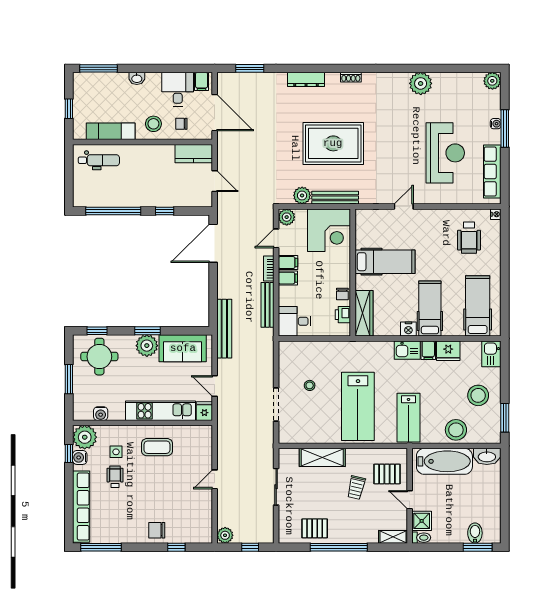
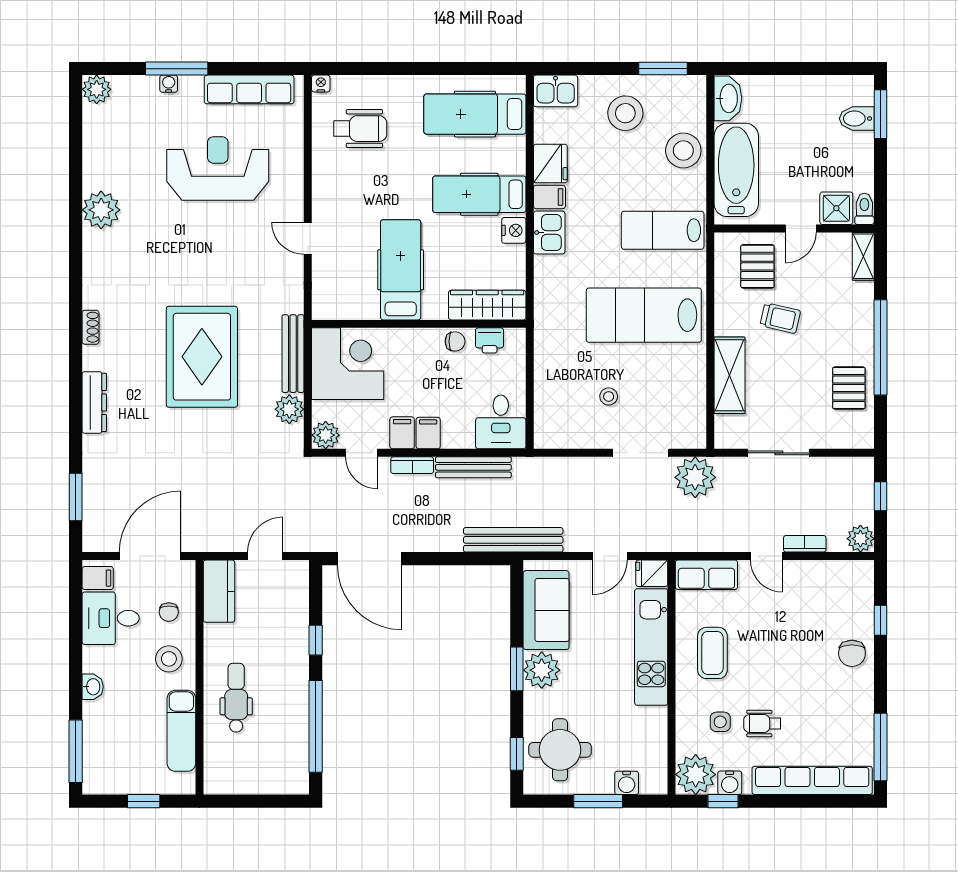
dental chair: (99, 160) -> (236, 698), moved
lab bench: (358, 406) -> (644, 315), turned 180
water cooler: (101, 414) -> (627, 783), moved, turned 90
lab bench: (409, 418) -> (663, 230), turned 180
plant: (262, 437) -> (695, 477), added
row of seats: (204, 444) -> (706, 575), added
bookcase: (222, 502) -> (805, 544), added

